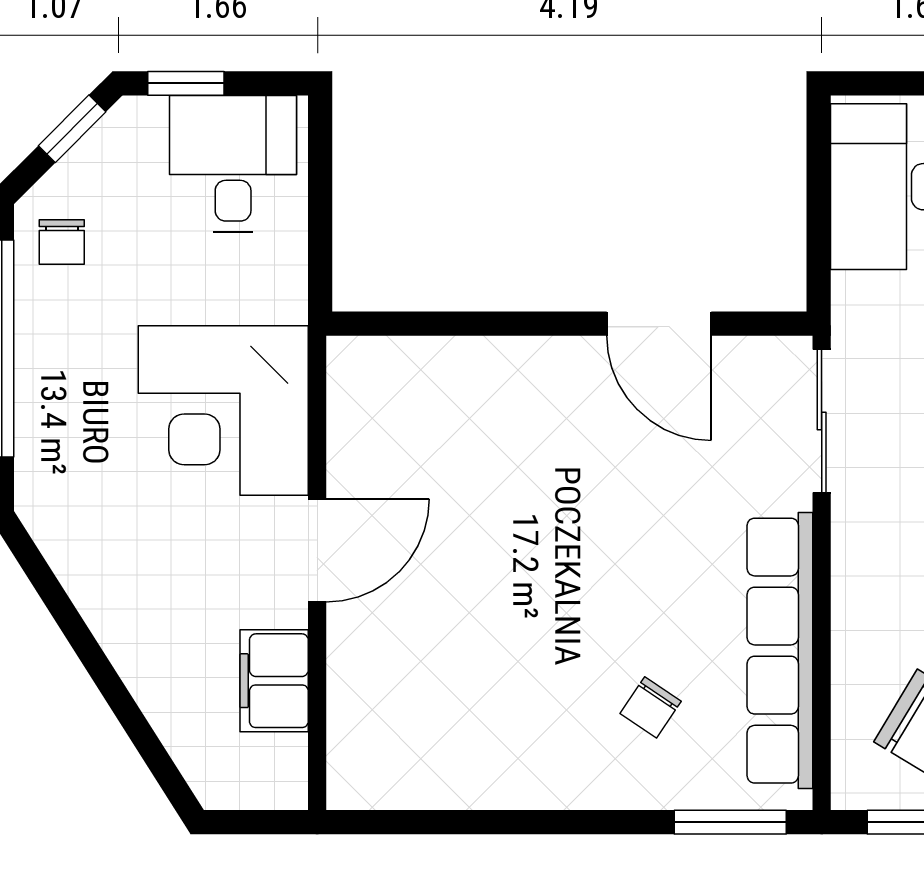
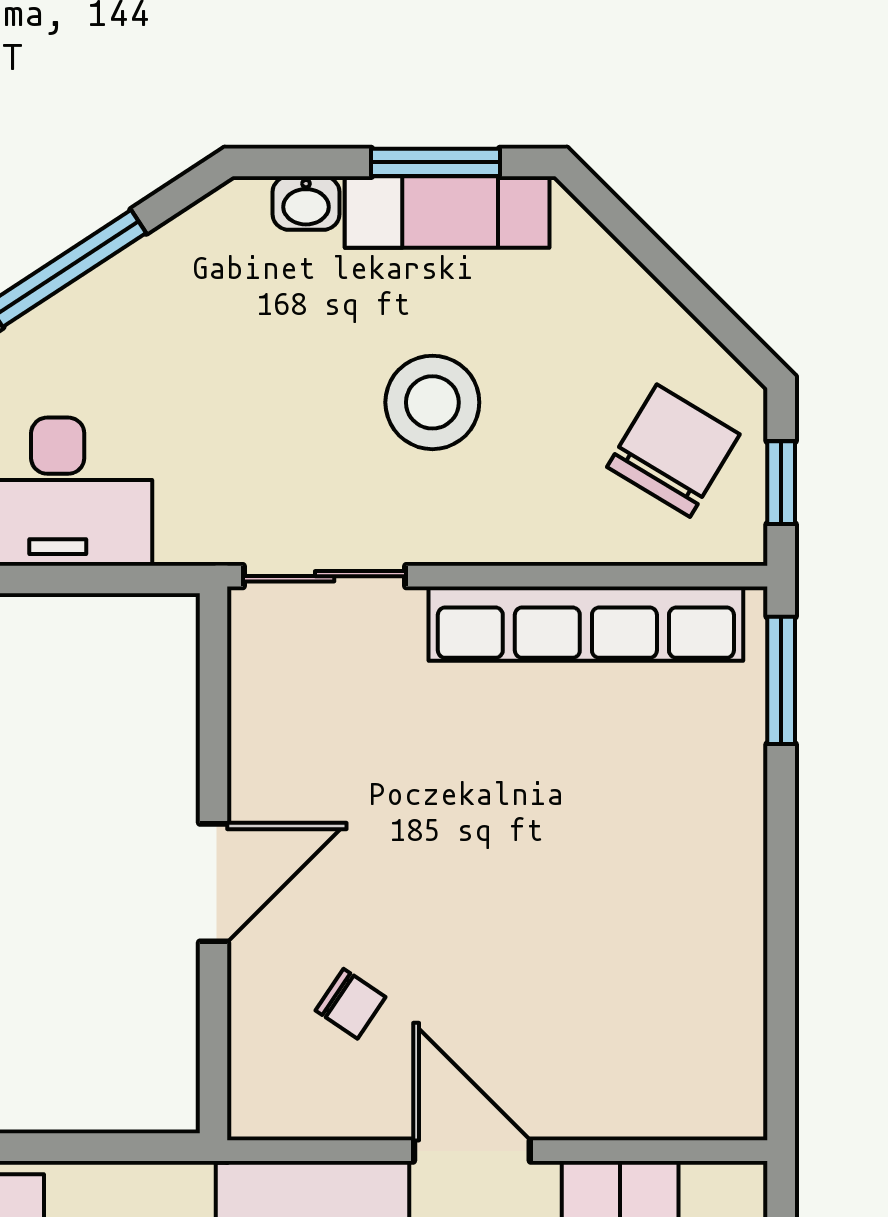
door: (659, 324) -> (213, 883), moved
chair: (651, 707) -> (351, 1004), moved

